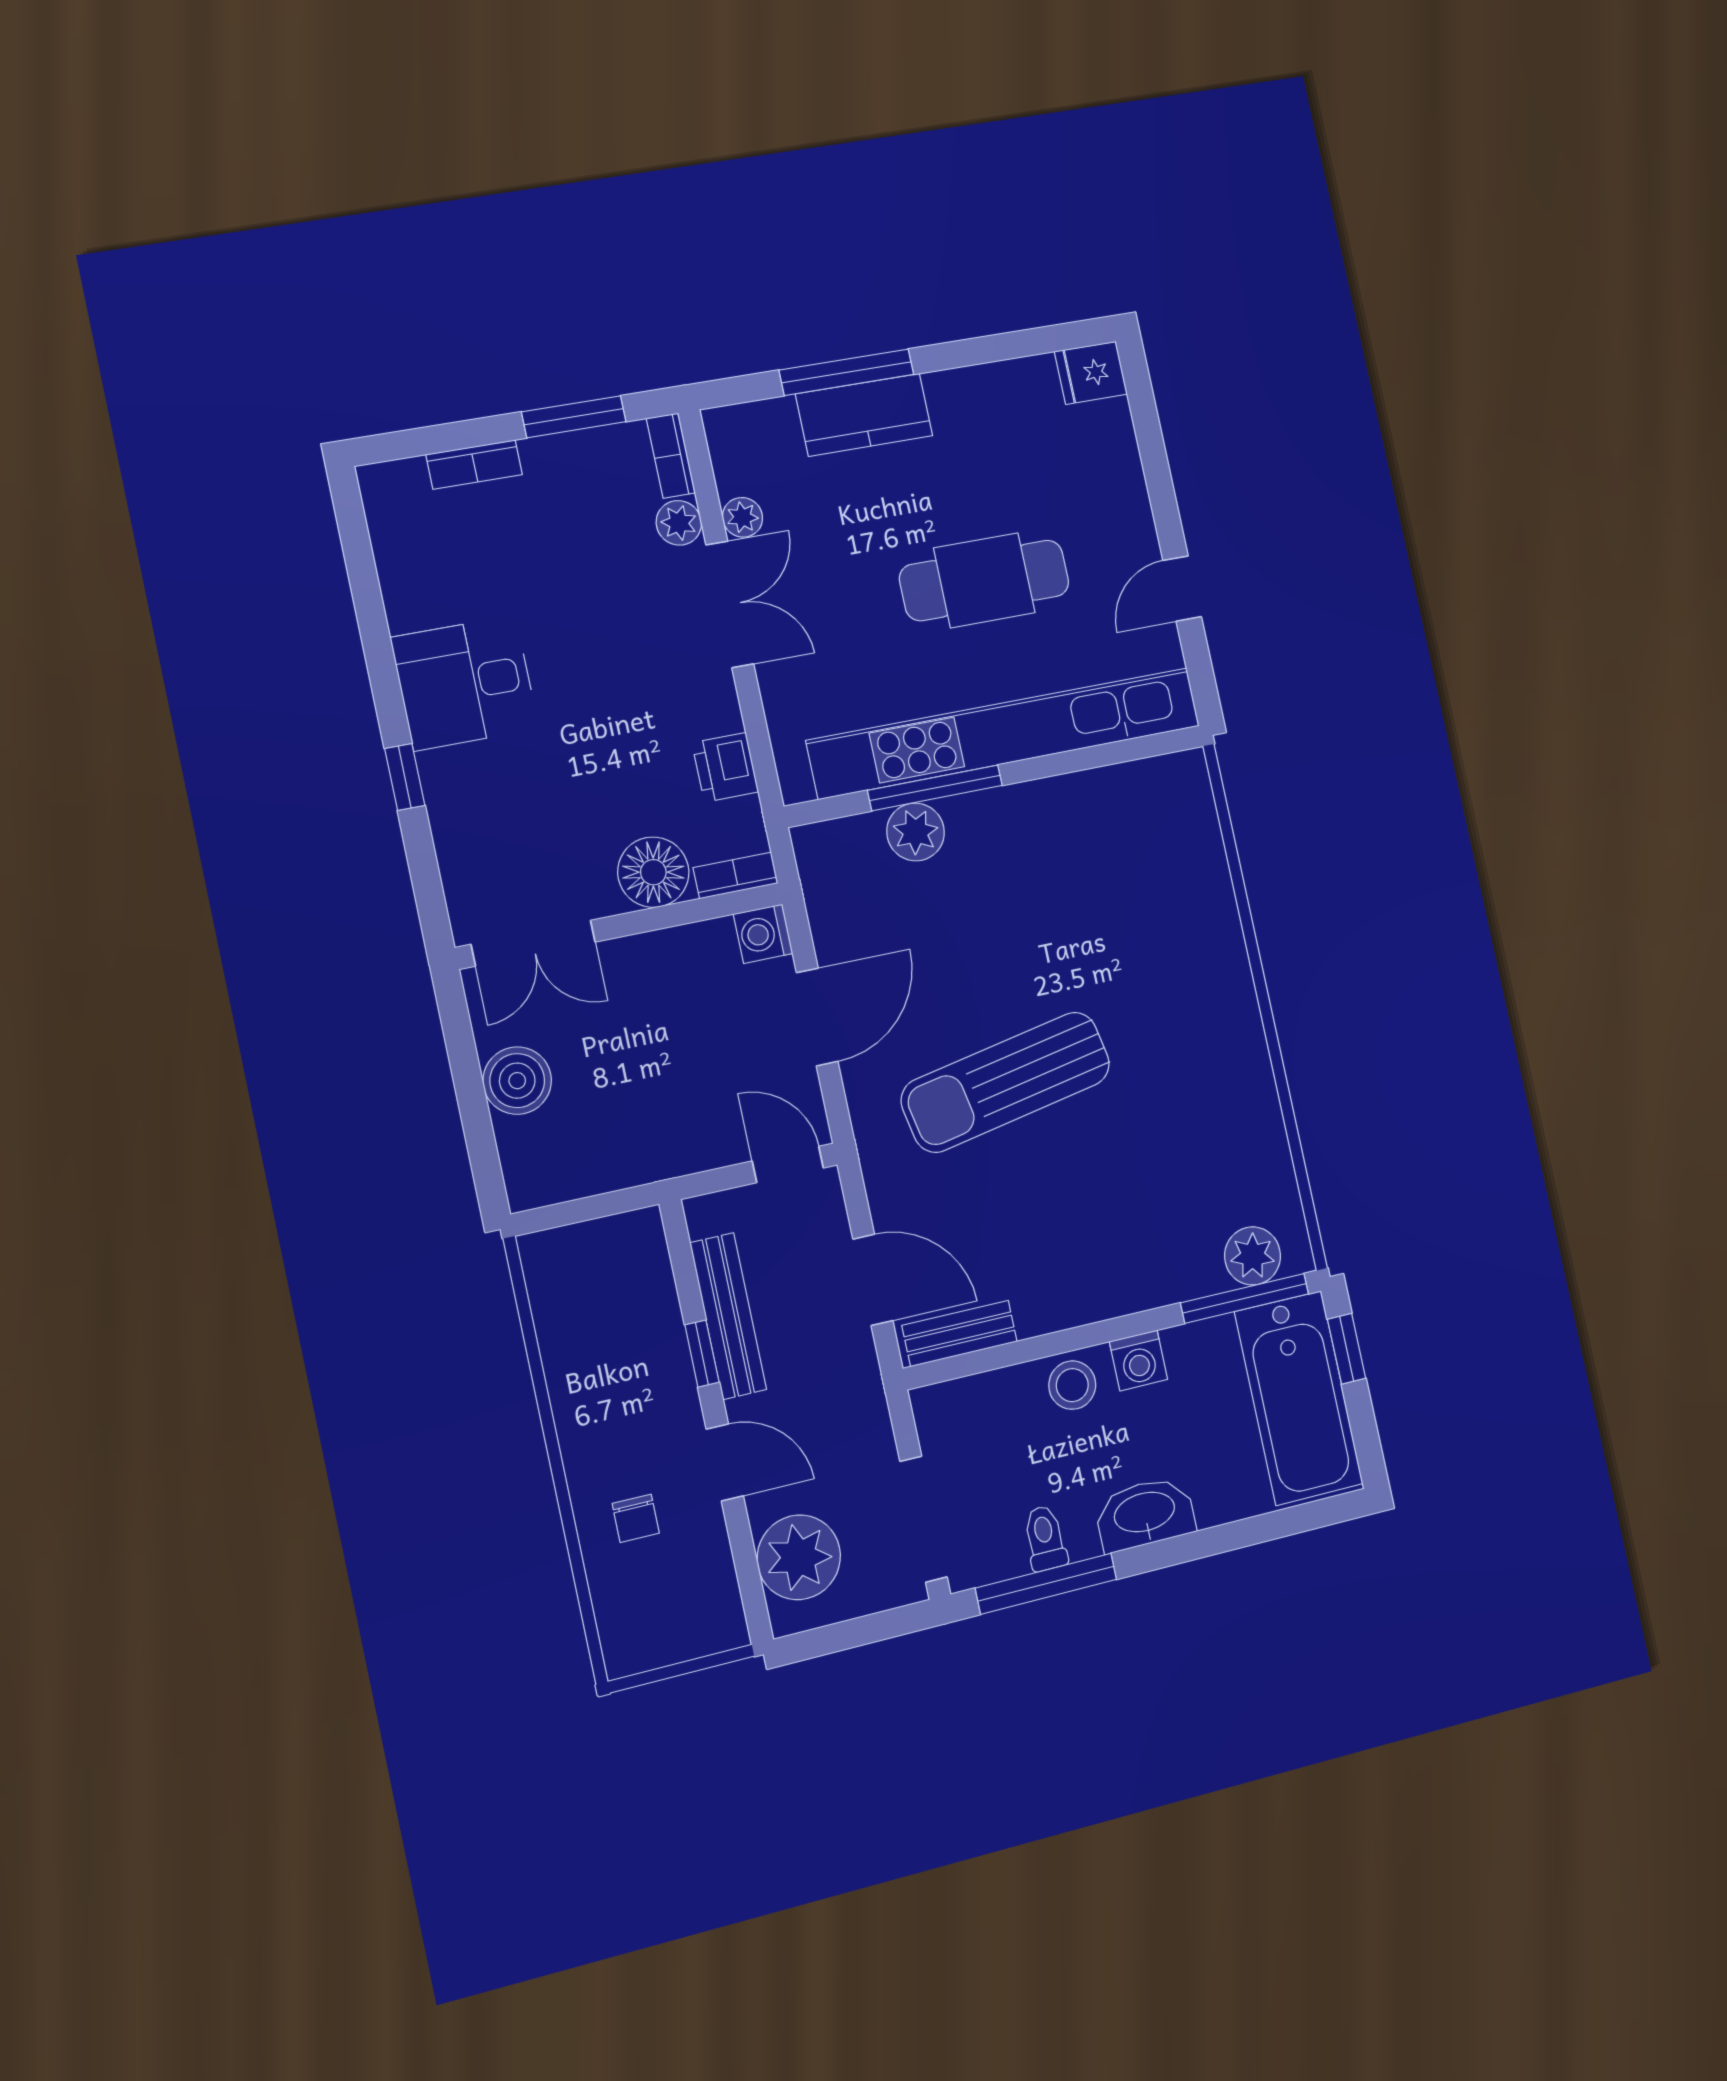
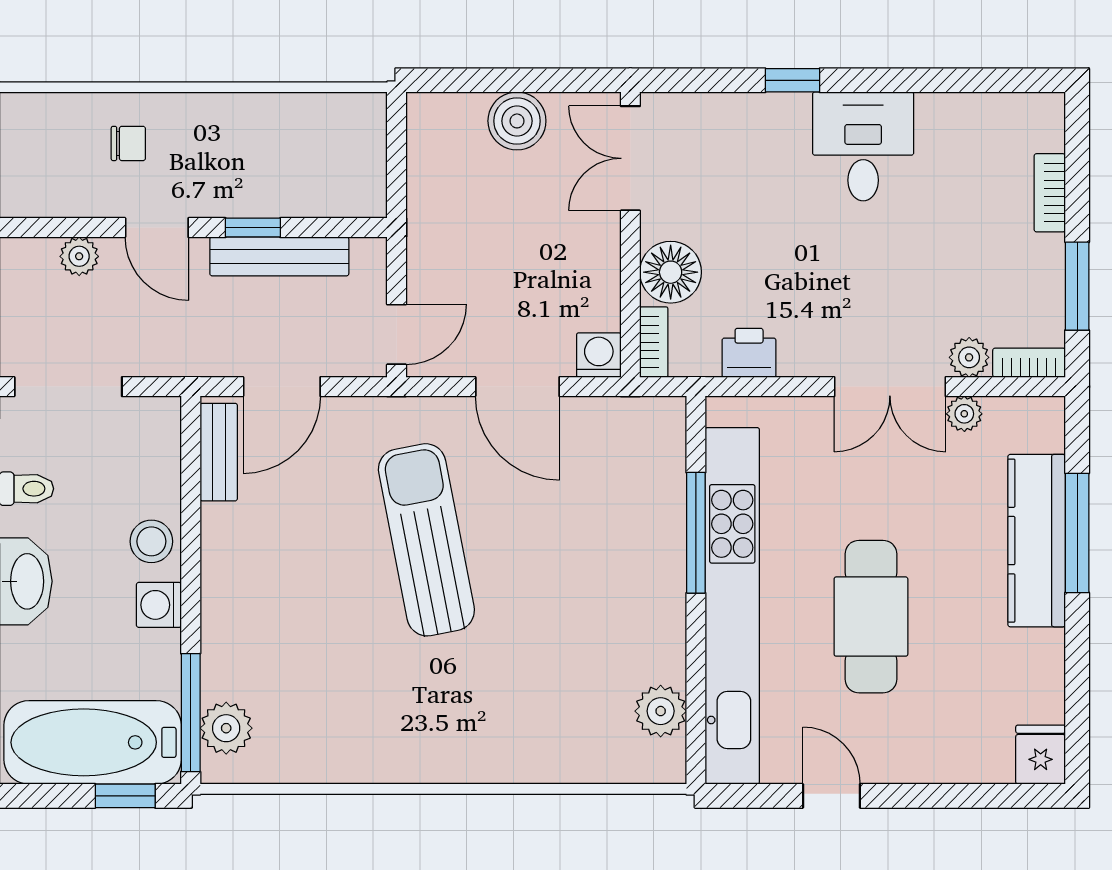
kitchen counter: (864, 415) -> (1037, 541), width x1.50
plant: (916, 832) -> (661, 711), moved
door: (725, 1463) -> (157, 228), hinge flipped
chair: (636, 1518) -> (128, 143), turned 180
plant: (799, 1557) -> (79, 256), width x0.53, depth x0.53

